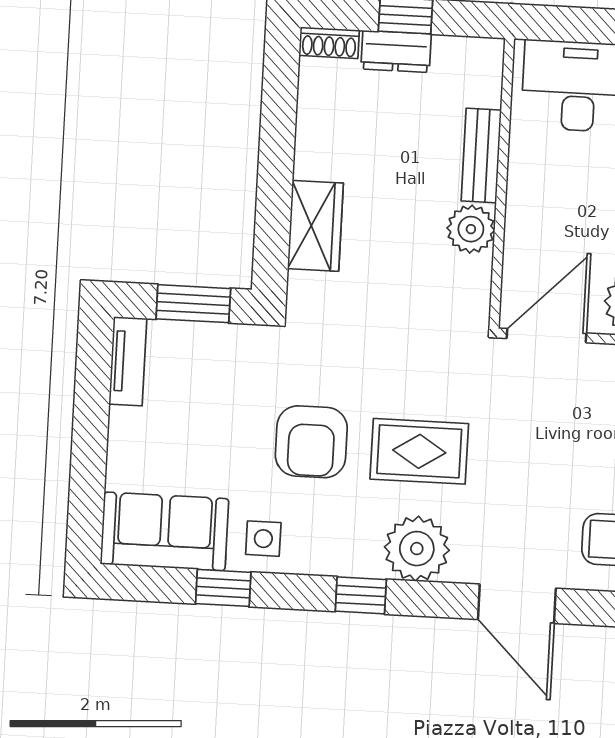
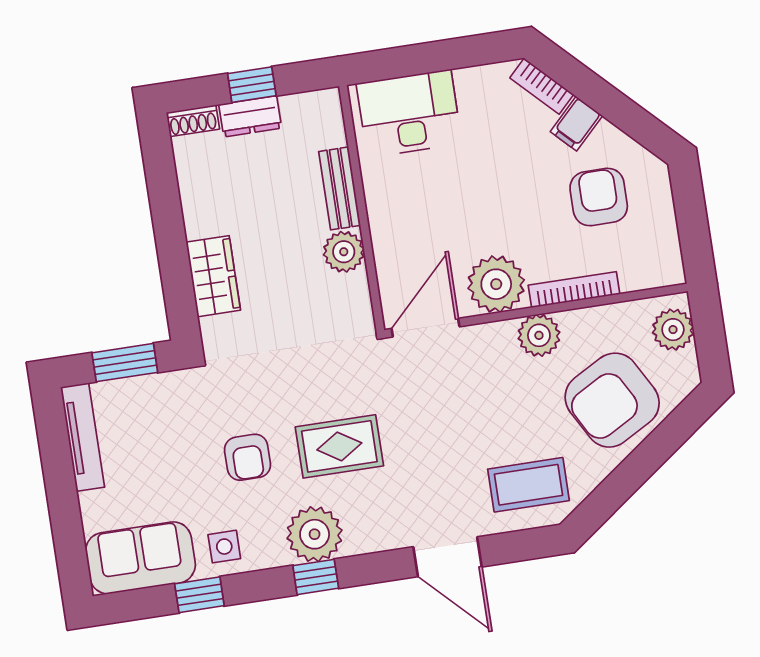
tv unit: (128, 361) -> (83, 437), width x1.41
armchair: (311, 442) -> (248, 457), width x0.72, depth x0.72
plant: (417, 549) -> (315, 534), moved

